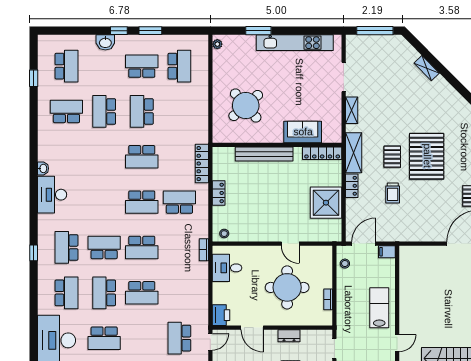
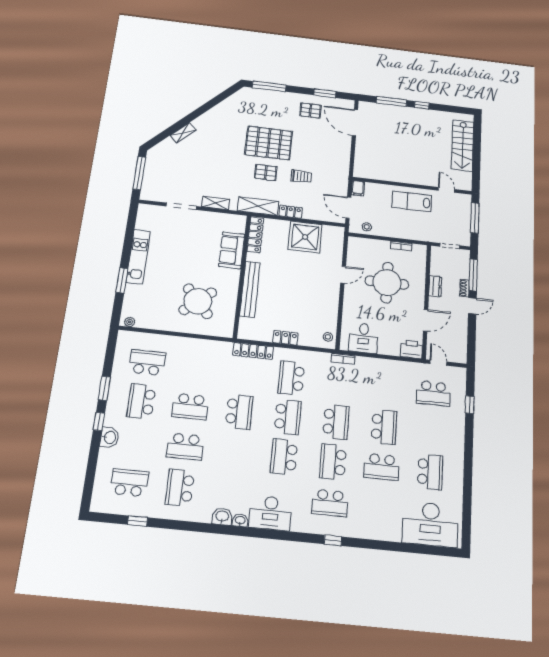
kitchen unit: (295, 43) -> (138, 257), width x0.73
washbasin: (45, 152) -> (222, 516), added
school desk: (66, 293) -> (284, 457), moved, turned -90

